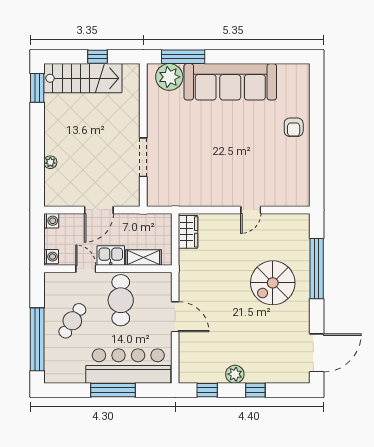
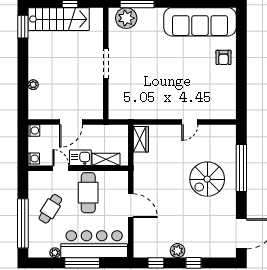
sofa: (230, 82) -> (200, 22), moved
doorway: (143, 157) -> (106, 64), moved
plant: (78, 377) -> (55, 253), added

